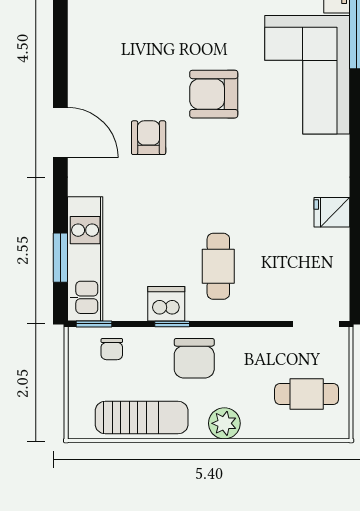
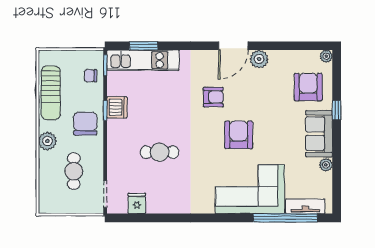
plant: (83, 59) -> (259, 59), added
door: (60, 132) -> (233, 46), moved
fridge: (332, 212) -> (137, 203), moved
cafe table: (218, 266) -> (160, 152), moved
chair: (194, 358) -> (85, 124), turned 90
cafe table: (307, 394) -> (74, 171), moved

